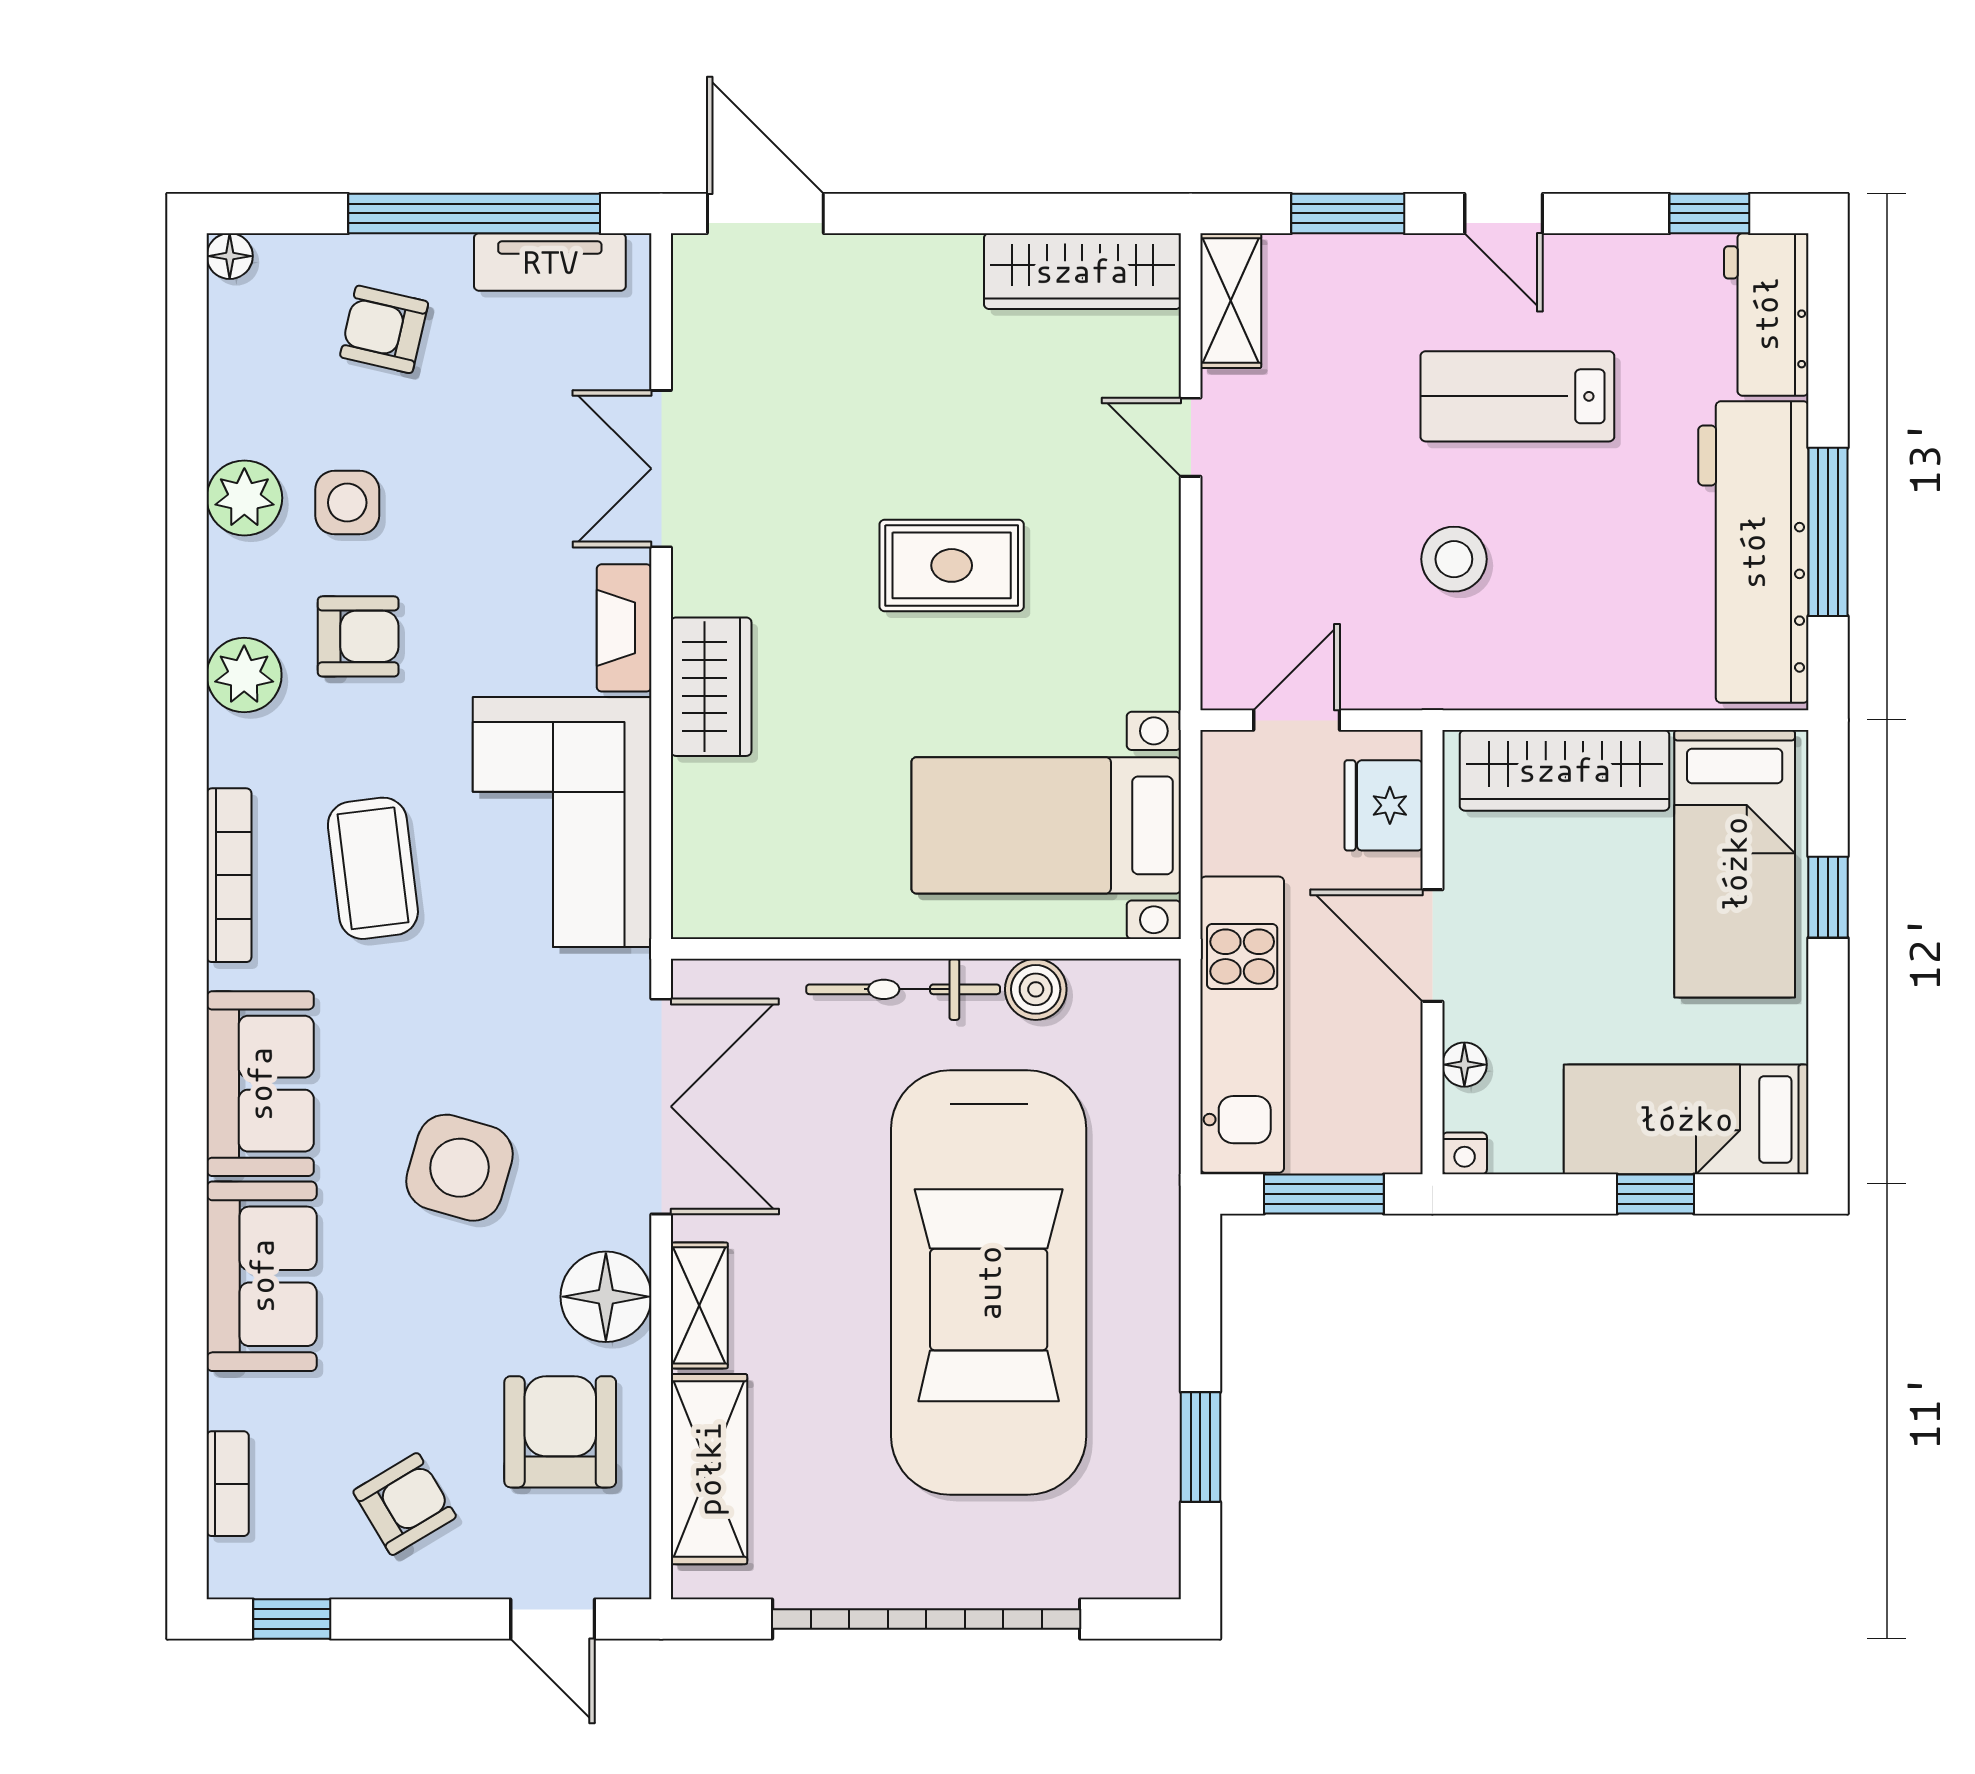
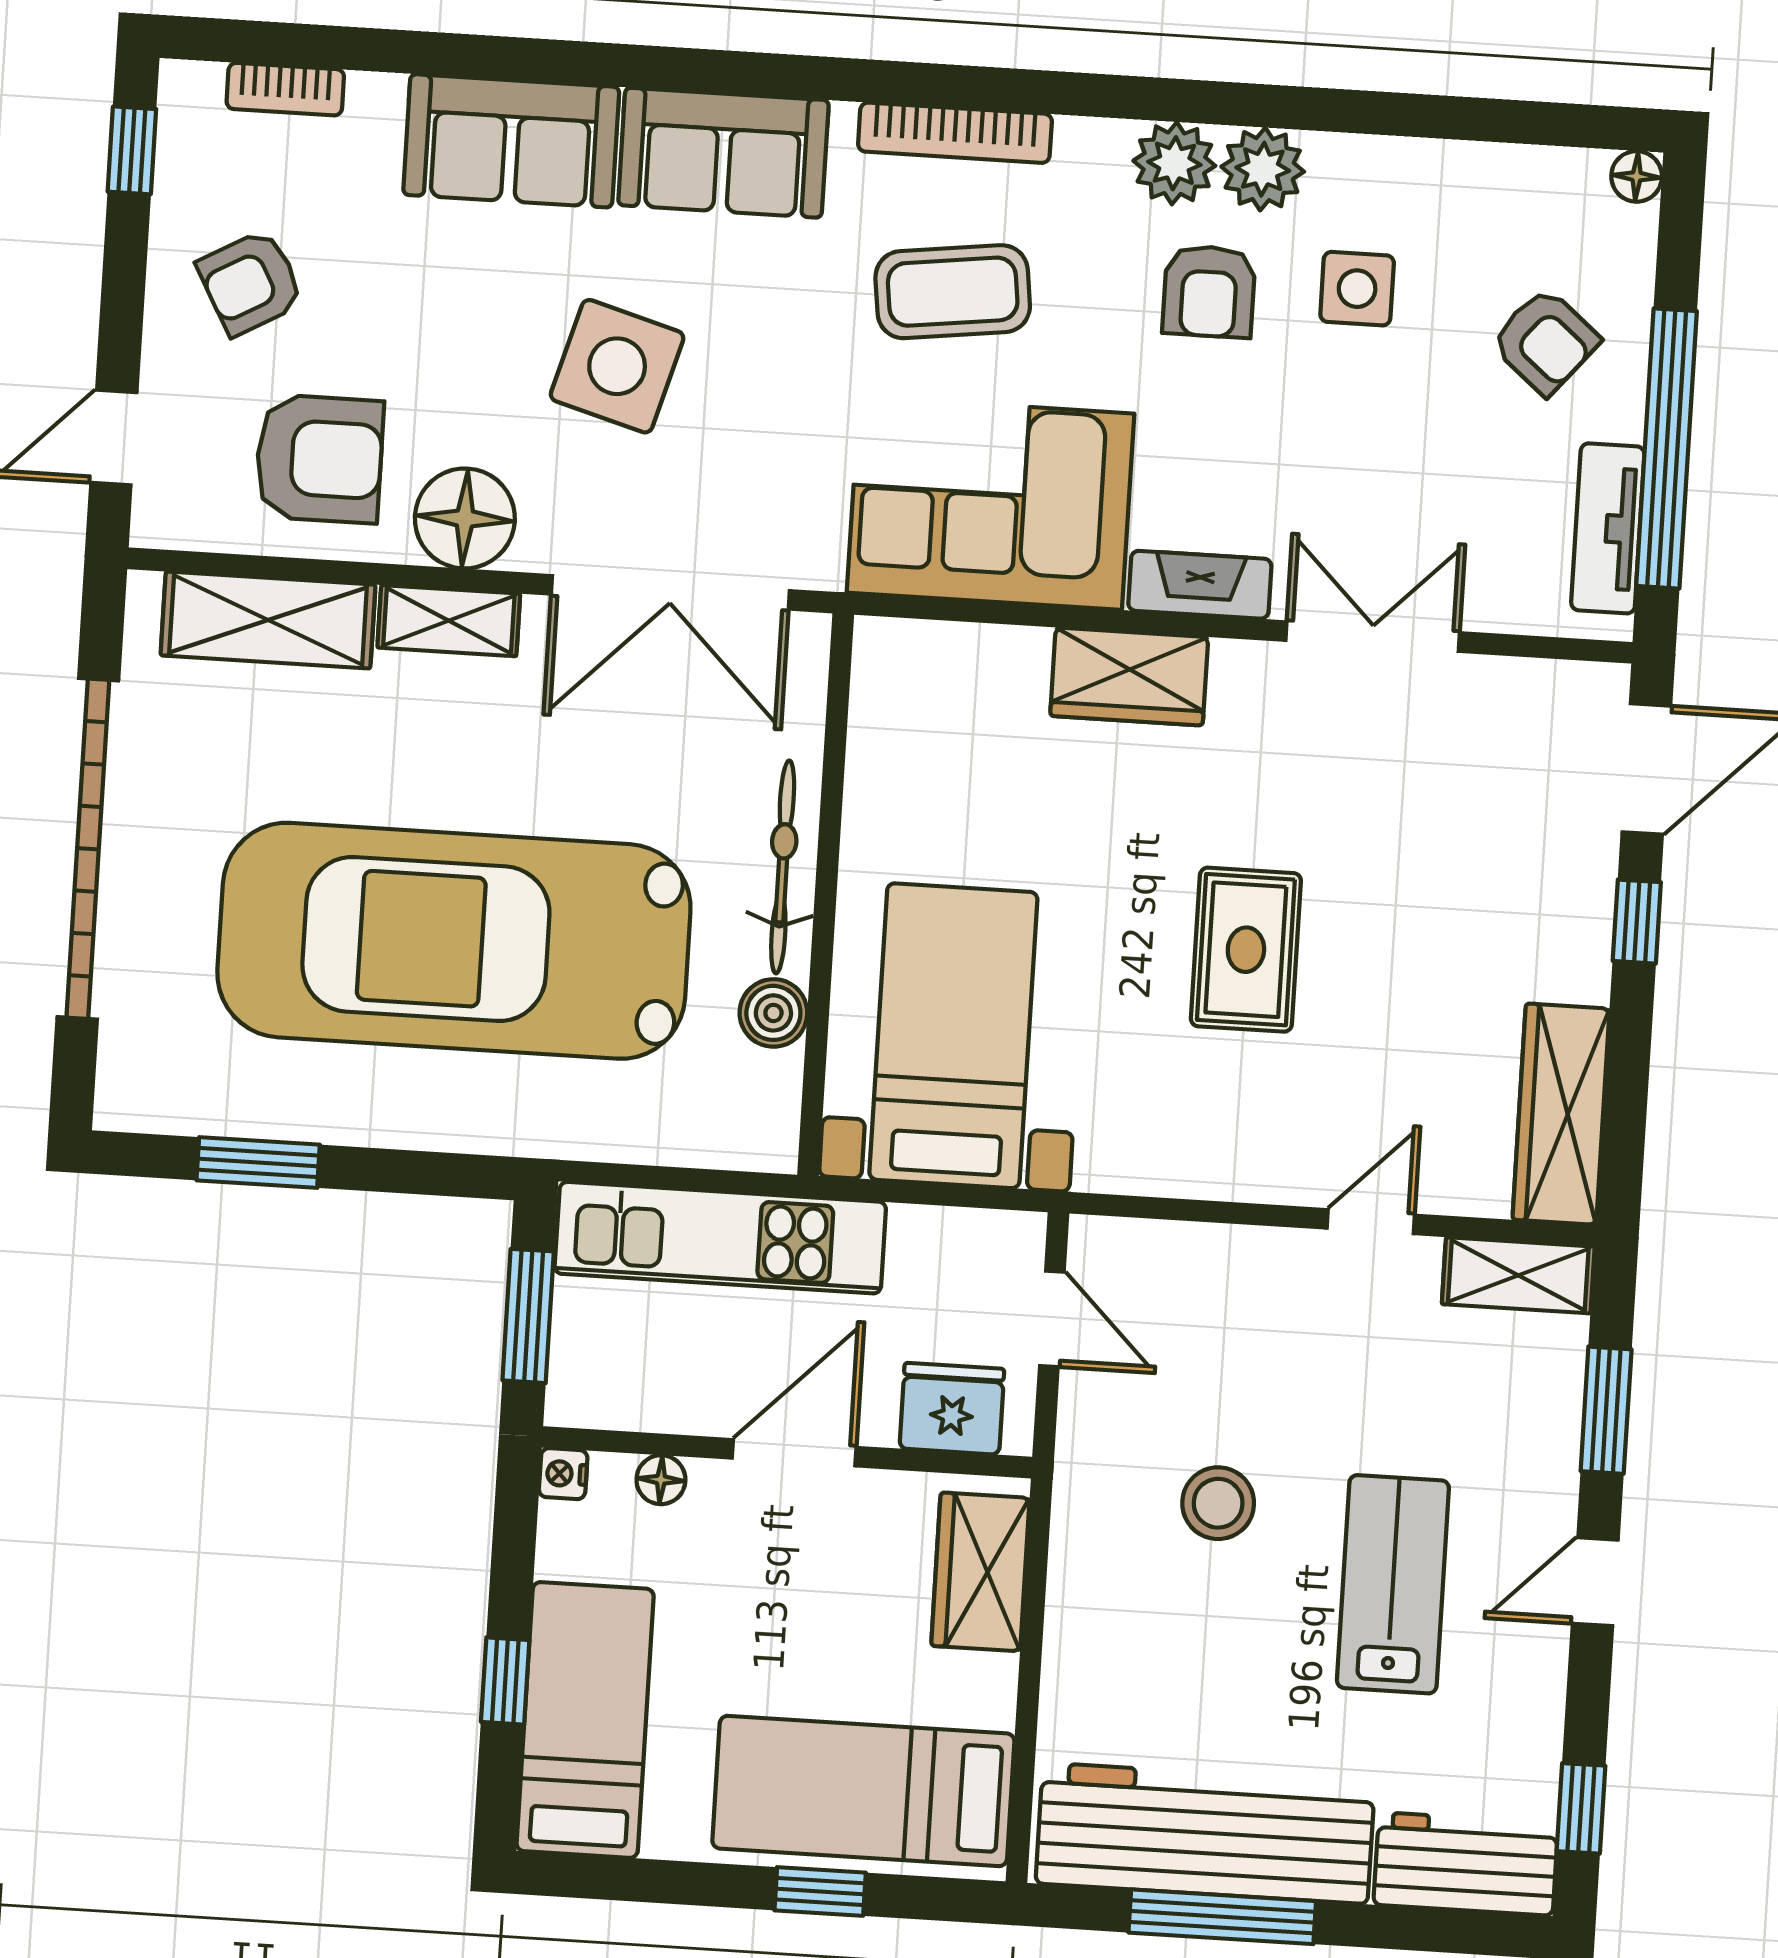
window: (904, 213) -> (1637, 922), added
armchair: (384, 329) -> (1545, 341), turned 117
plant: (244, 498) -> (1263, 169), moved
wardrobe: (1565, 770) -> (980, 1572), width x0.67
armchair: (405, 1504) -> (251, 282), turned 92

